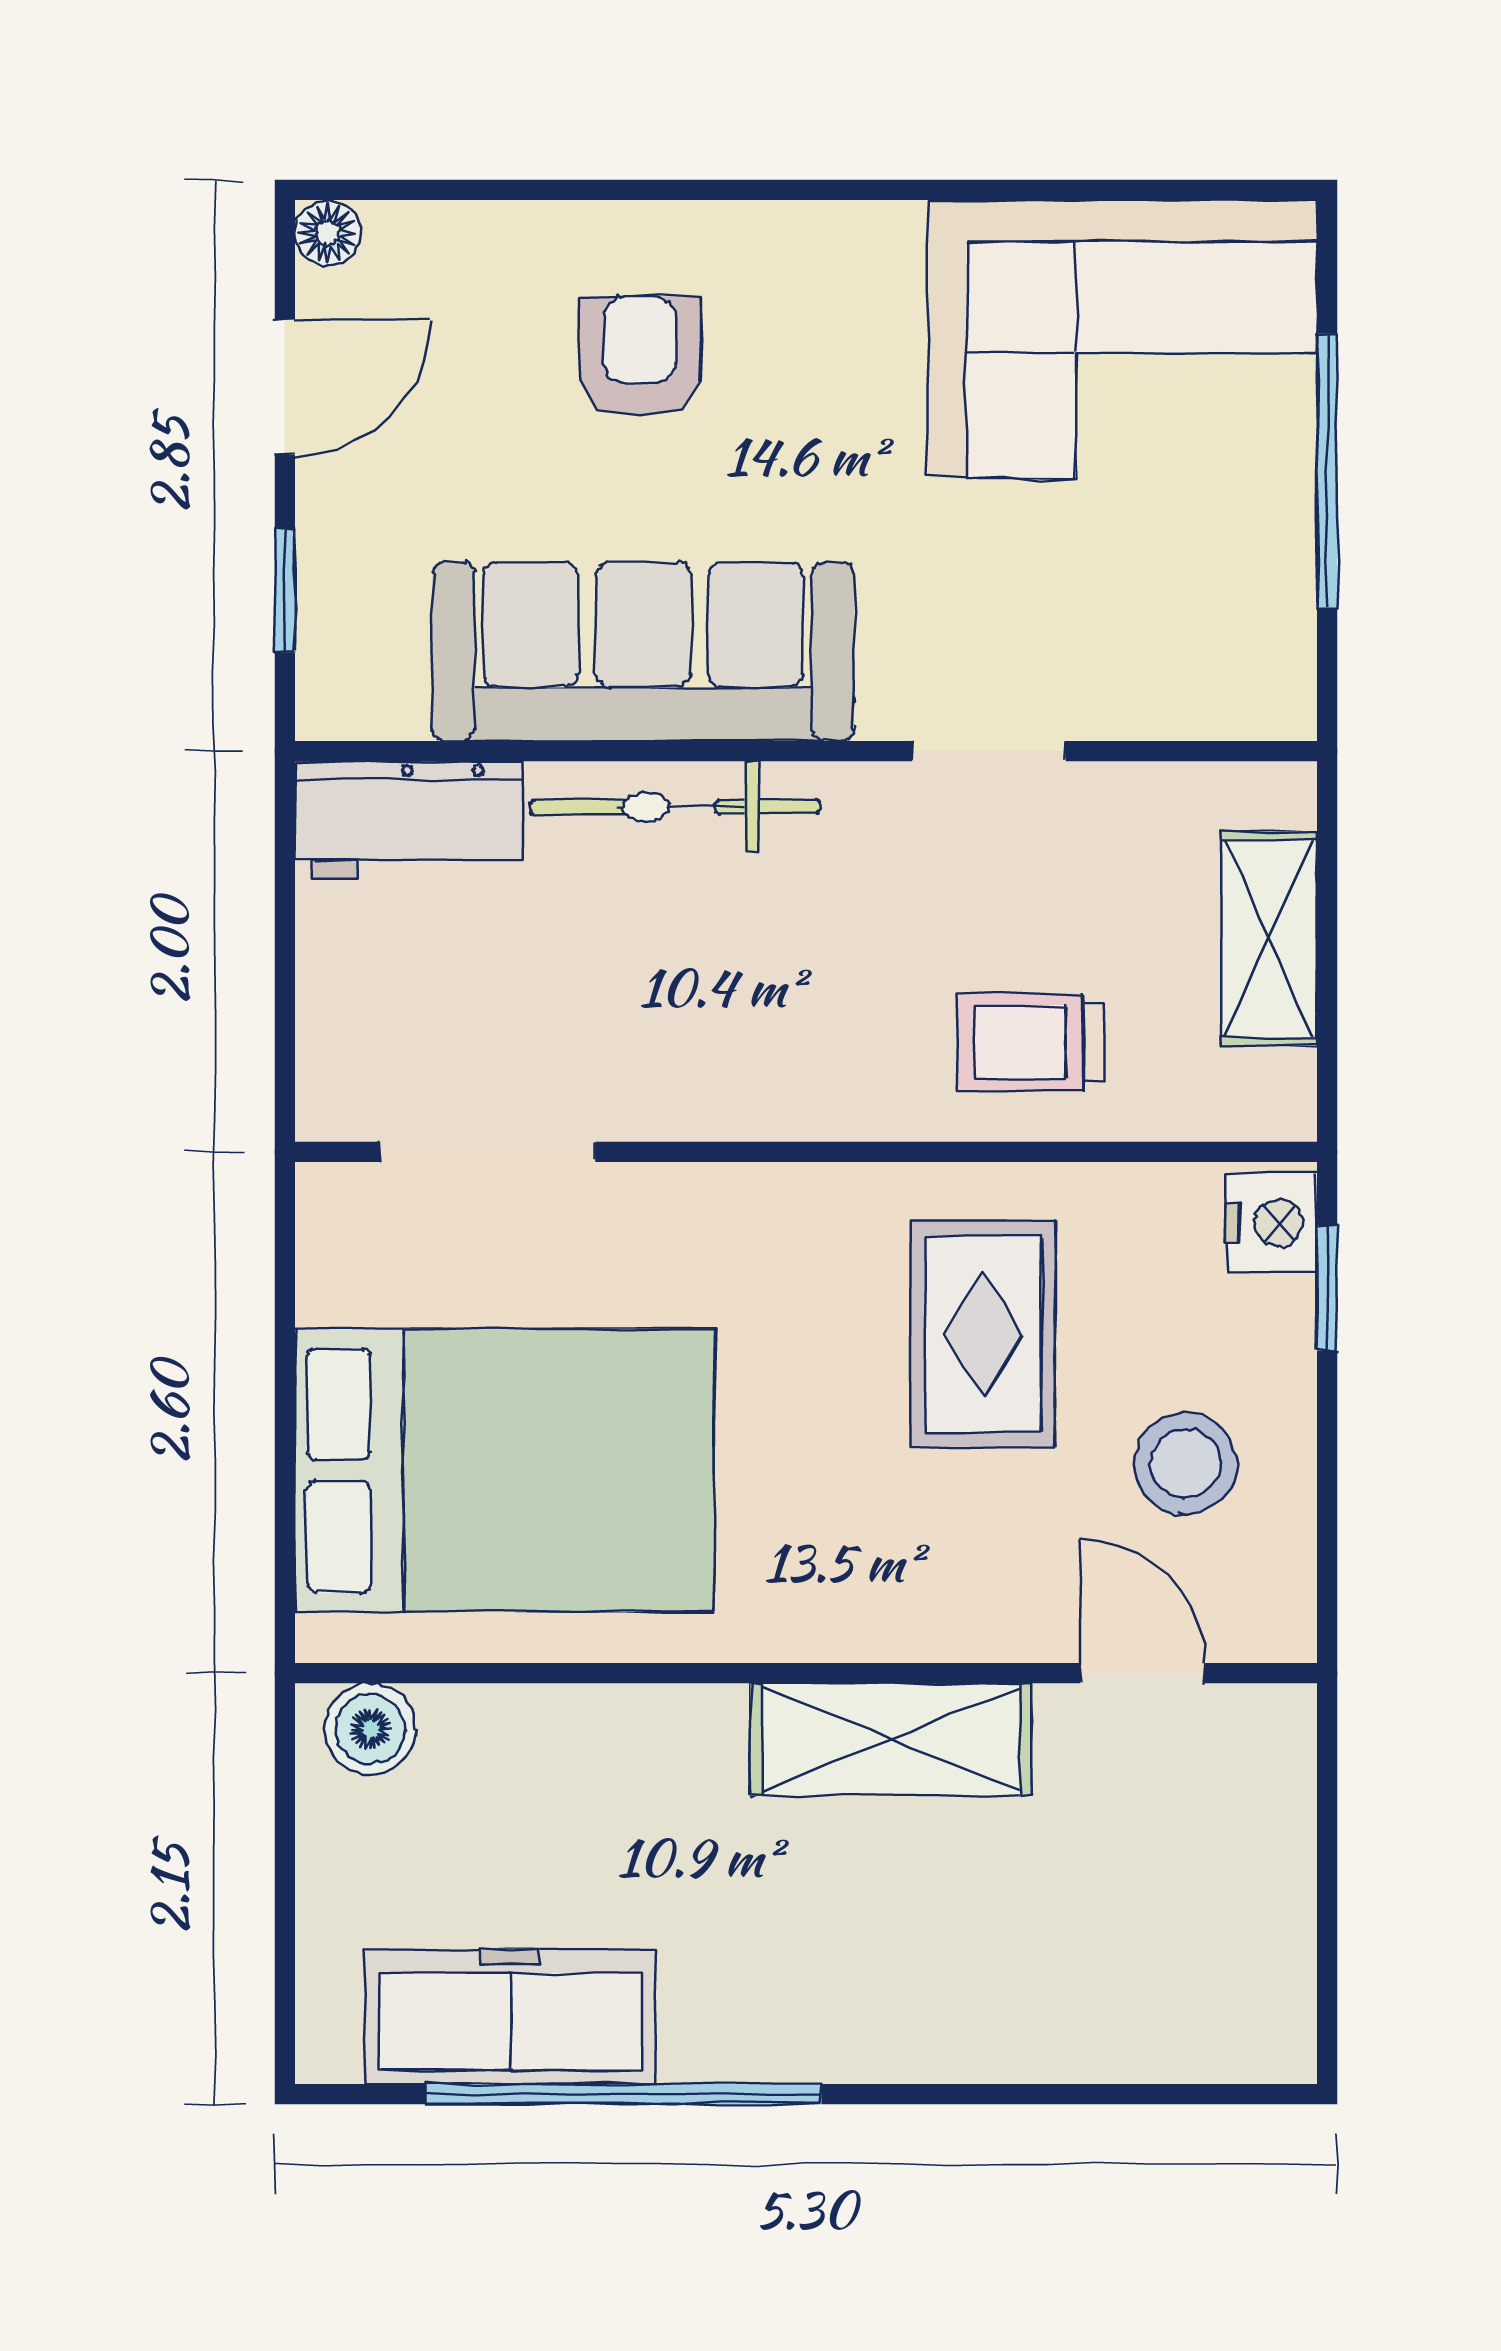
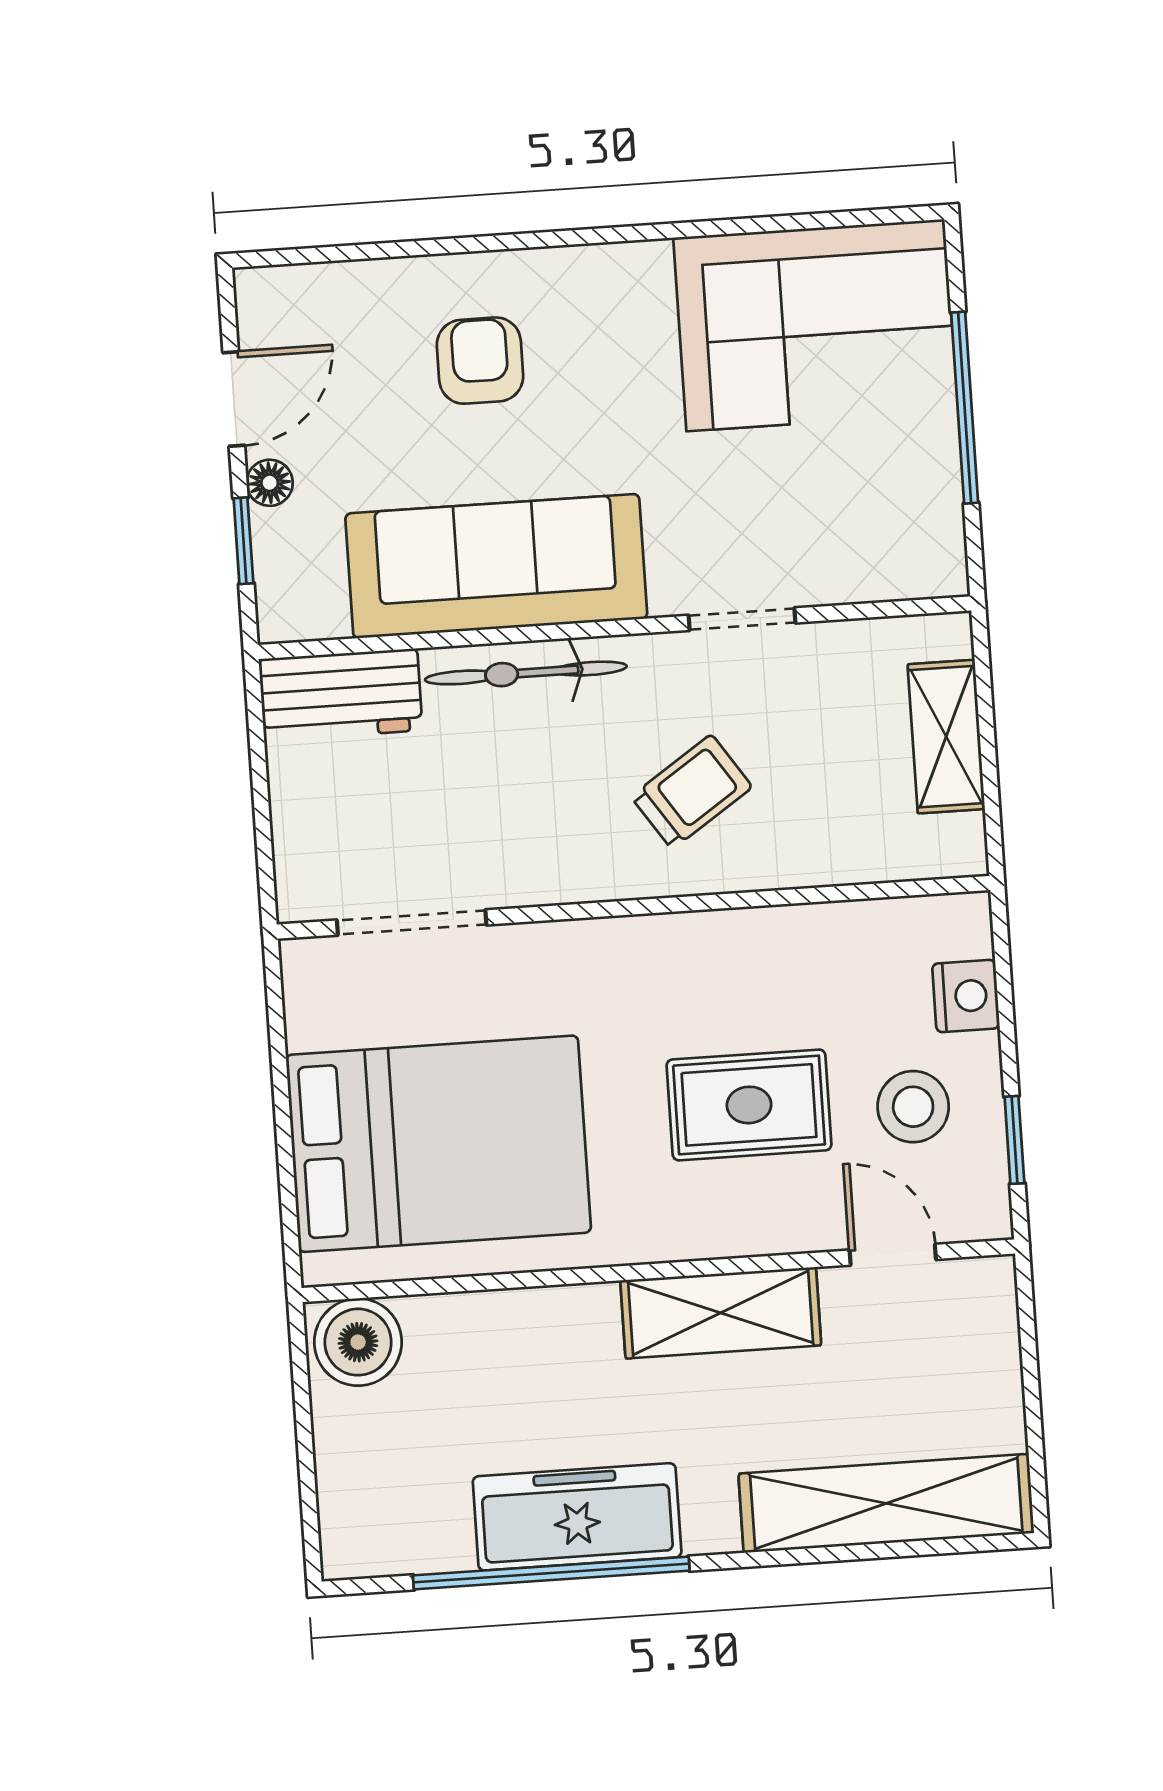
floor lamp: (328, 233) -> (270, 483), moved
trolley: (1030, 1042) -> (692, 792), moved, turned 146
nightstand: (1272, 1223) -> (966, 996), moved
window: (1327, 1288) -> (1014, 1140), moved
rug: (983, 1334) -> (749, 1105), moved, turned 90
boiler: (370, 1729) -> (358, 1342), width x1.36, depth x1.36
freezer: (510, 2016) -> (577, 1517), moved
shelving: (1109, 2027) -> (886, 1503), added

